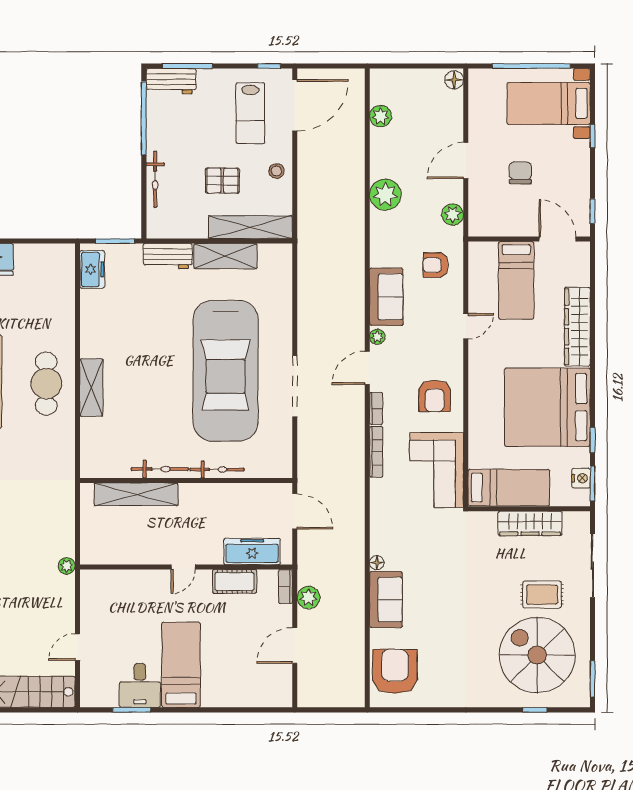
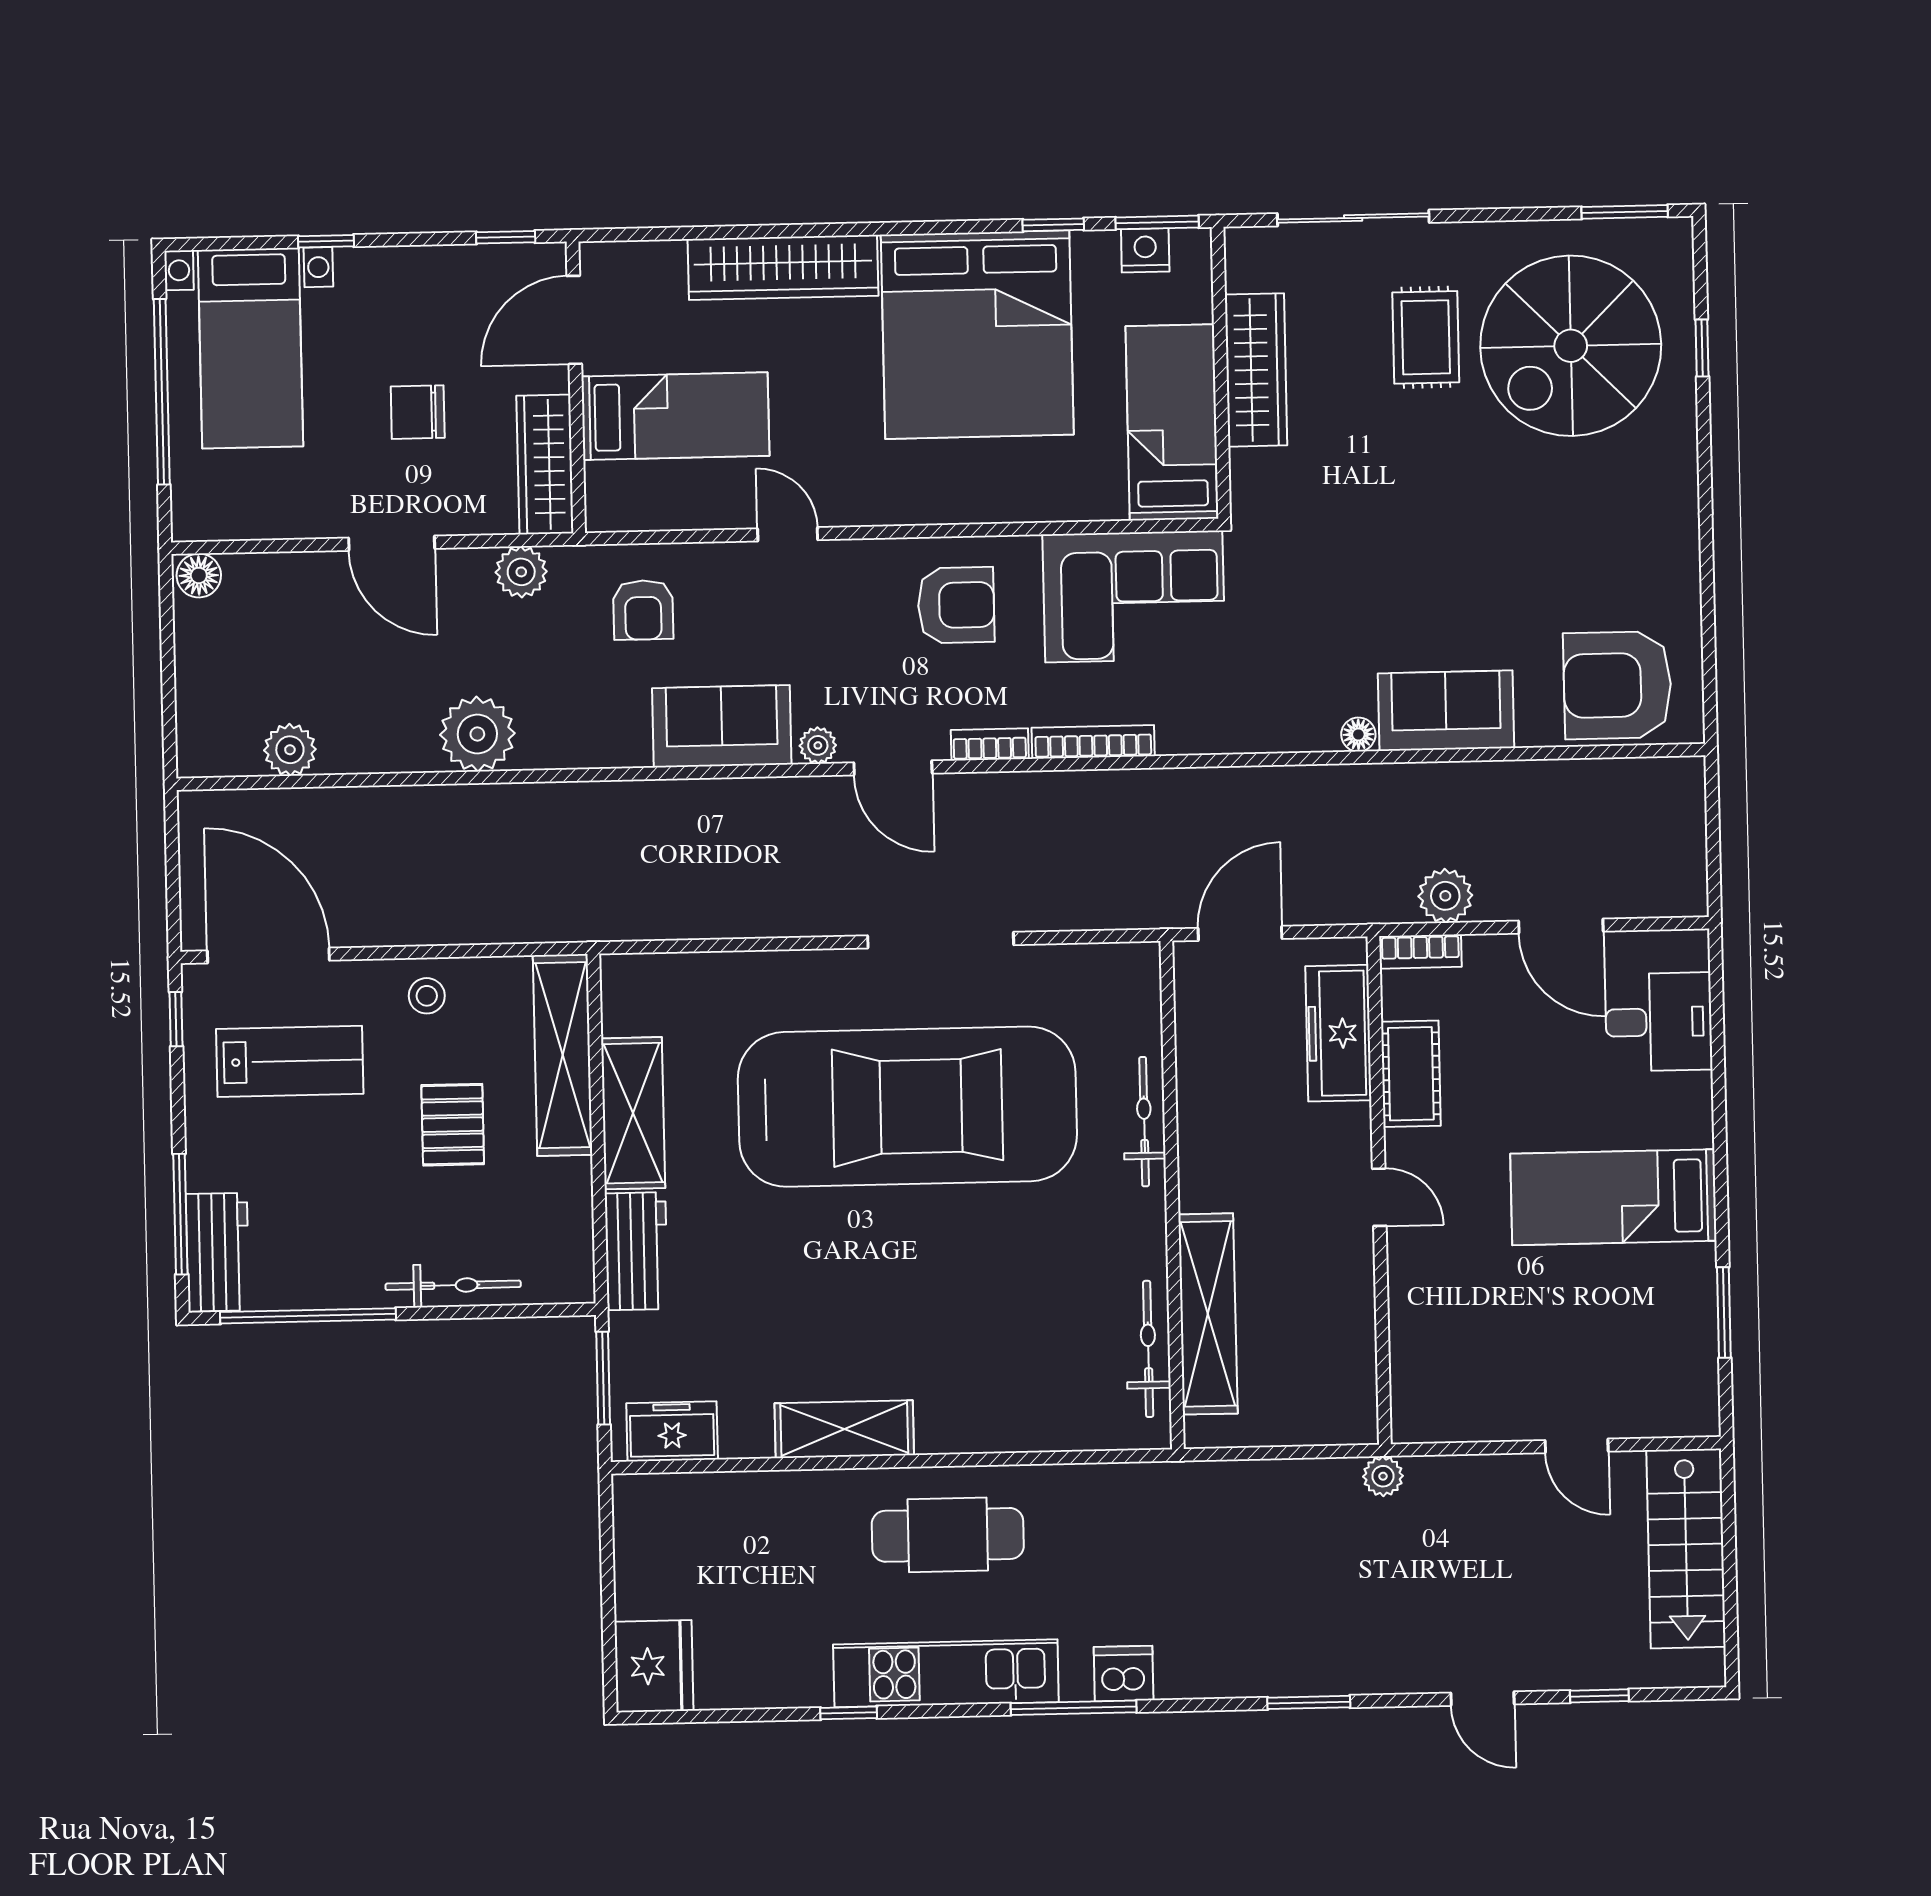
wardrobe: (497, 225) -> (545, 464), added
shelving: (91, 388) -> (844, 1429), moved
bicycle: (160, 469) -> (1148, 1349), moved
desk: (140, 685) -> (1659, 1022), moved

